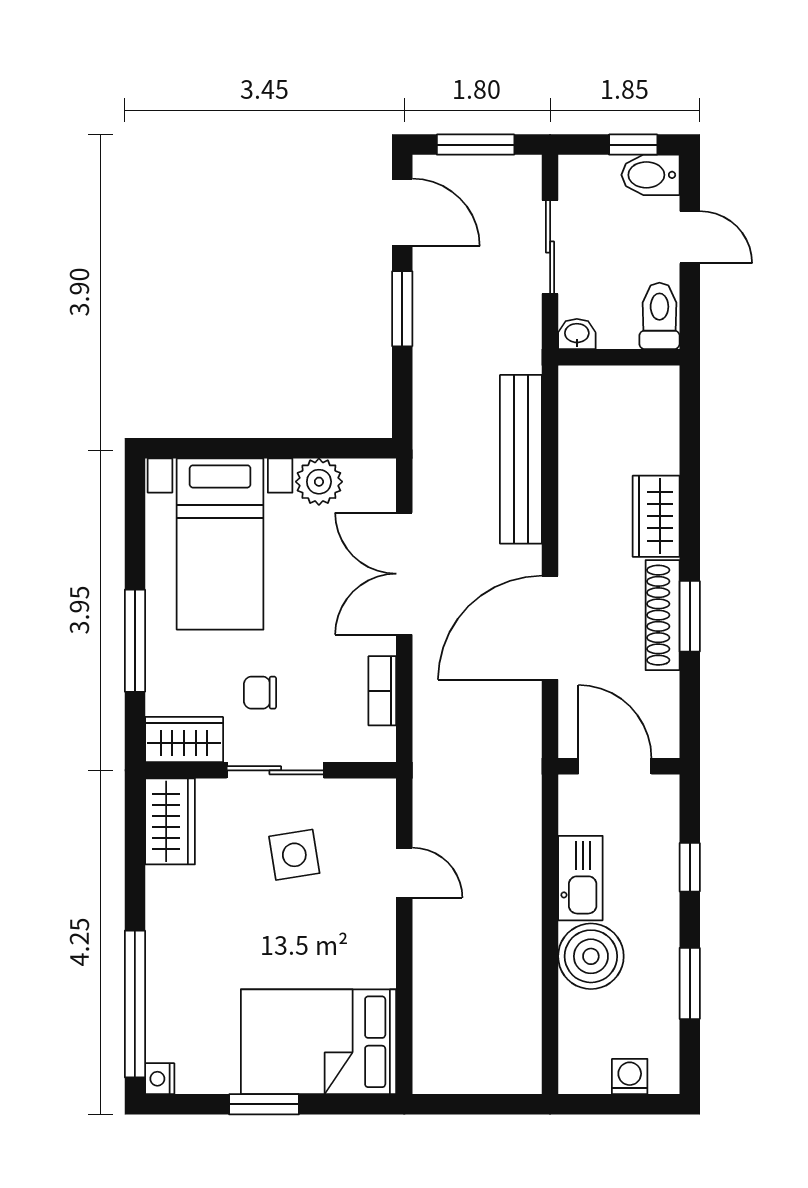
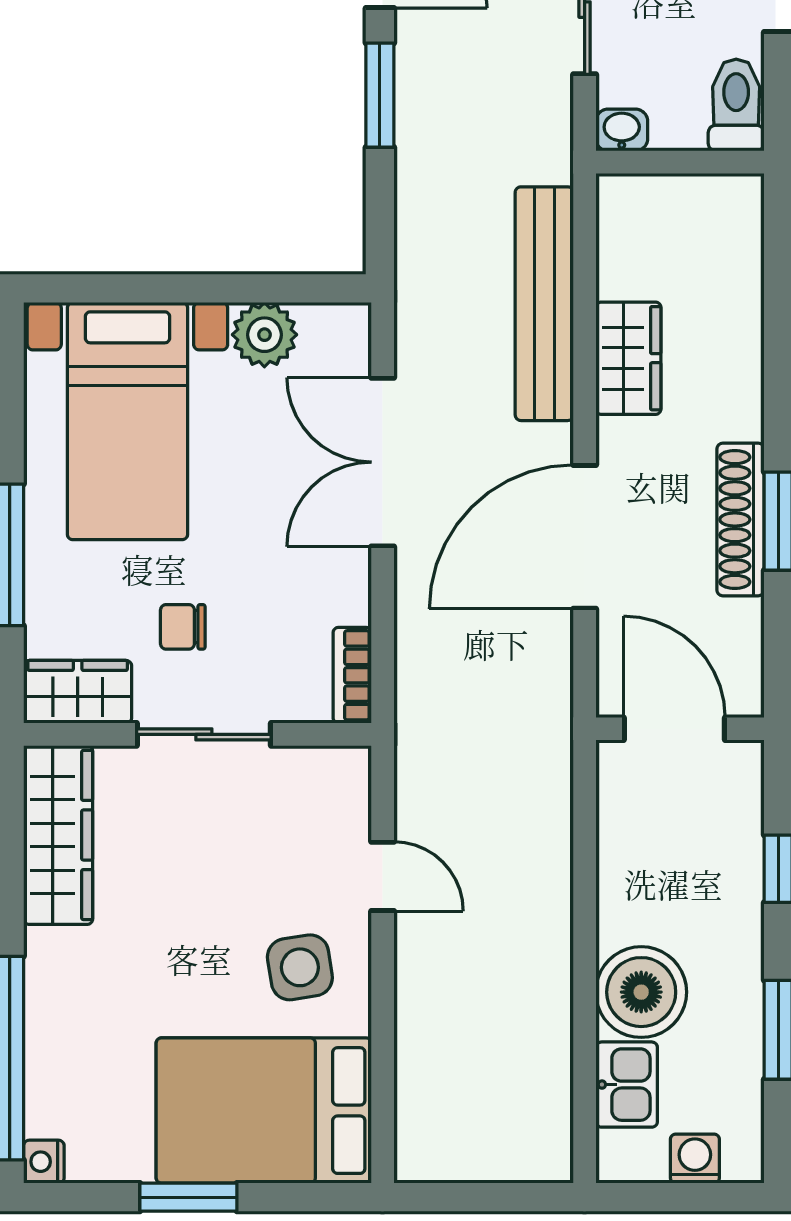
wardrobe: (656, 516) -> (628, 358), moved, turned 180
bookcase: (382, 691) -> (352, 675), moved
wardrobe: (170, 821) -> (58, 835), width x1.50
side table: (294, 855) -> (300, 967), moved
kitchen sink: (580, 878) -> (627, 1085), moved, width x0.73

